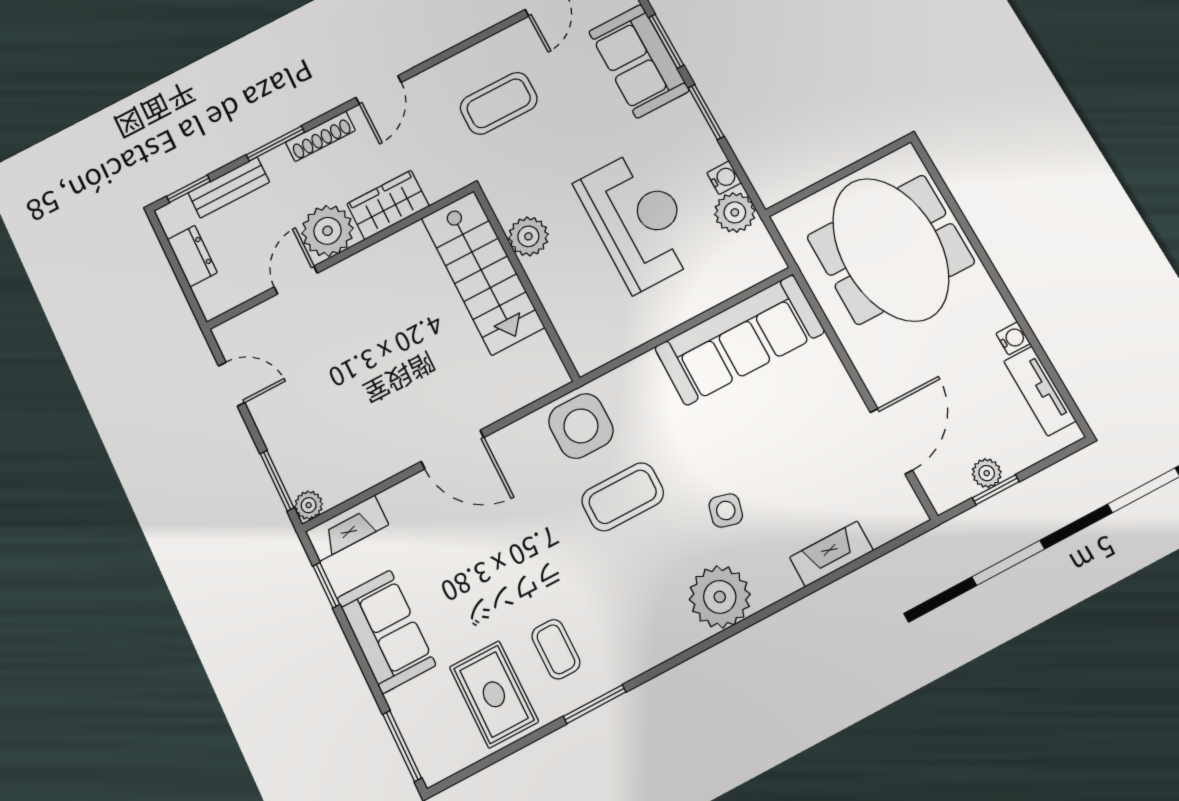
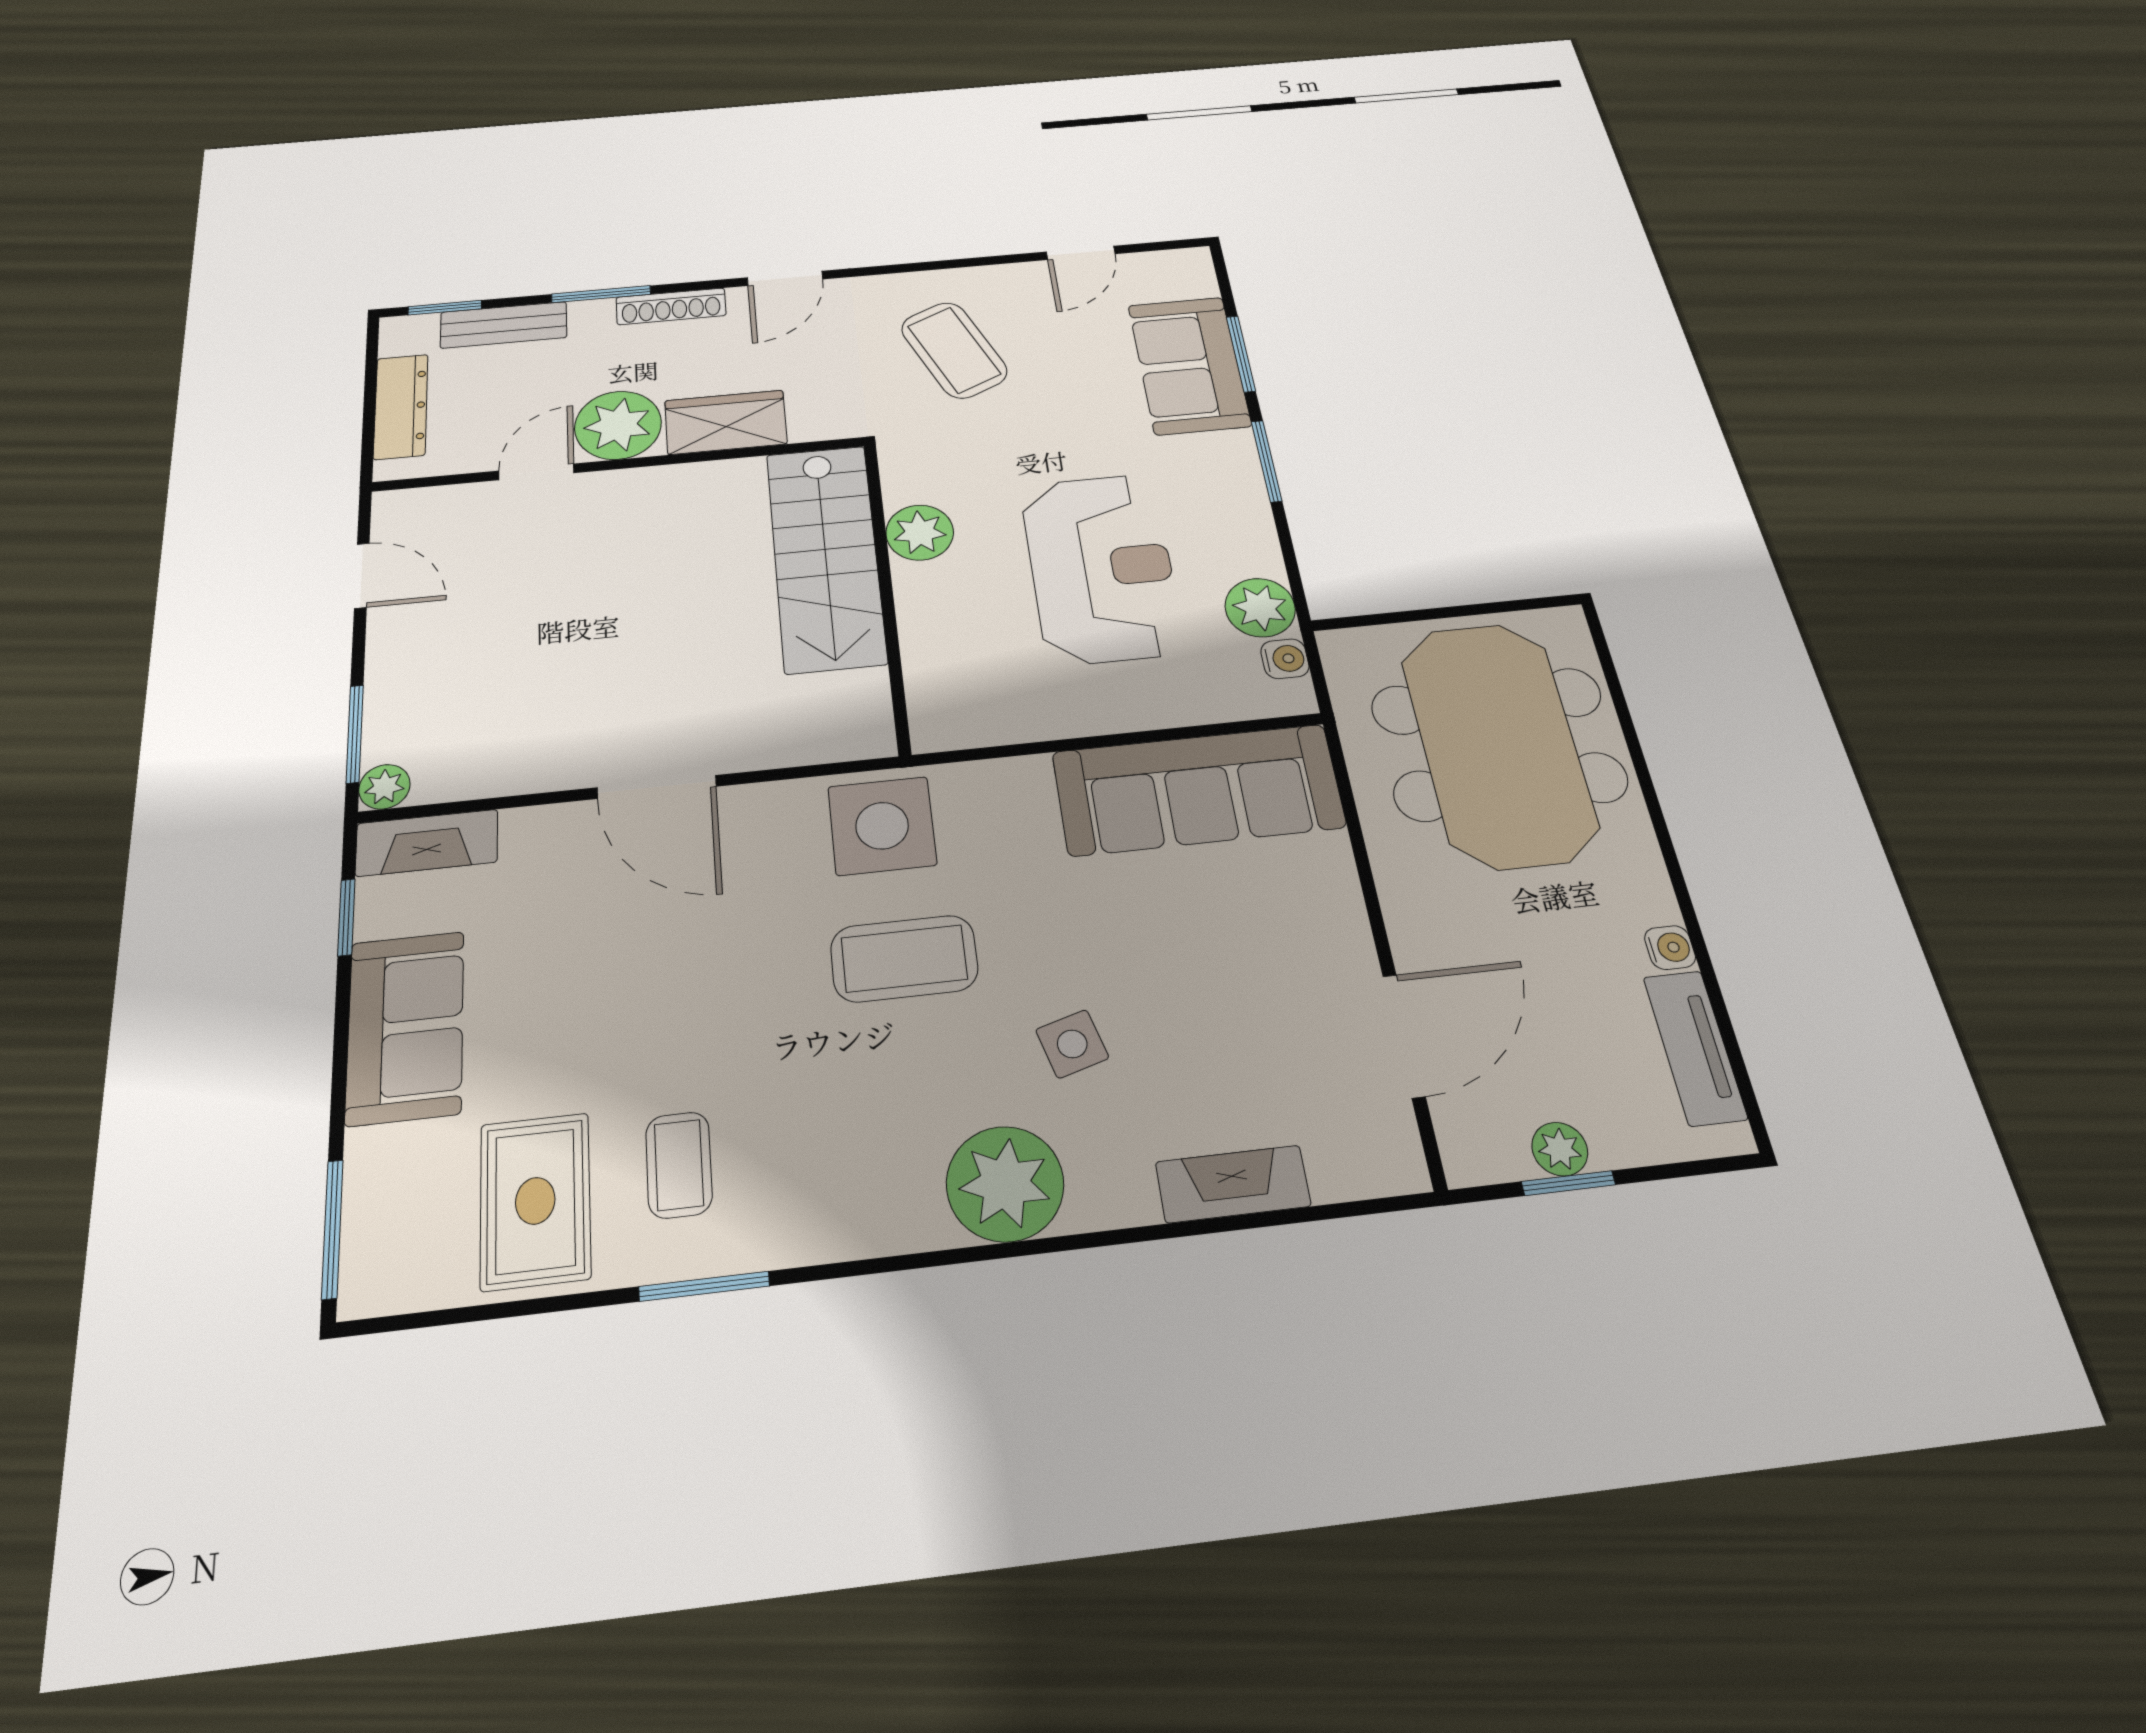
coffee table: (499, 103) -> (954, 350), turned 66
water cooler: (724, 178) -> (1285, 659), moved
dresser: (192, 256) -> (401, 406), width x1.44
side table: (726, 510) -> (1072, 1044), turned -31

